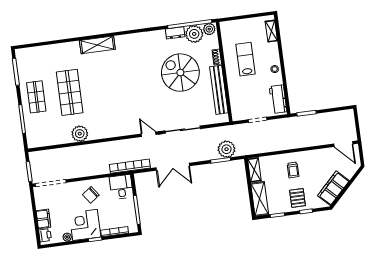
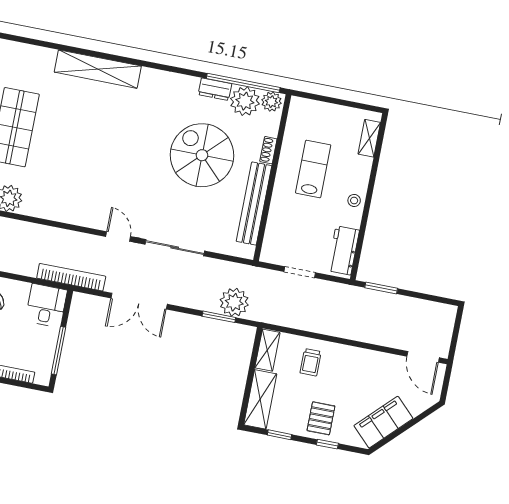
shelving: (97, 45) -> (98, 69), width x1.47
trolley: (293, 170) -> (311, 362), moved

